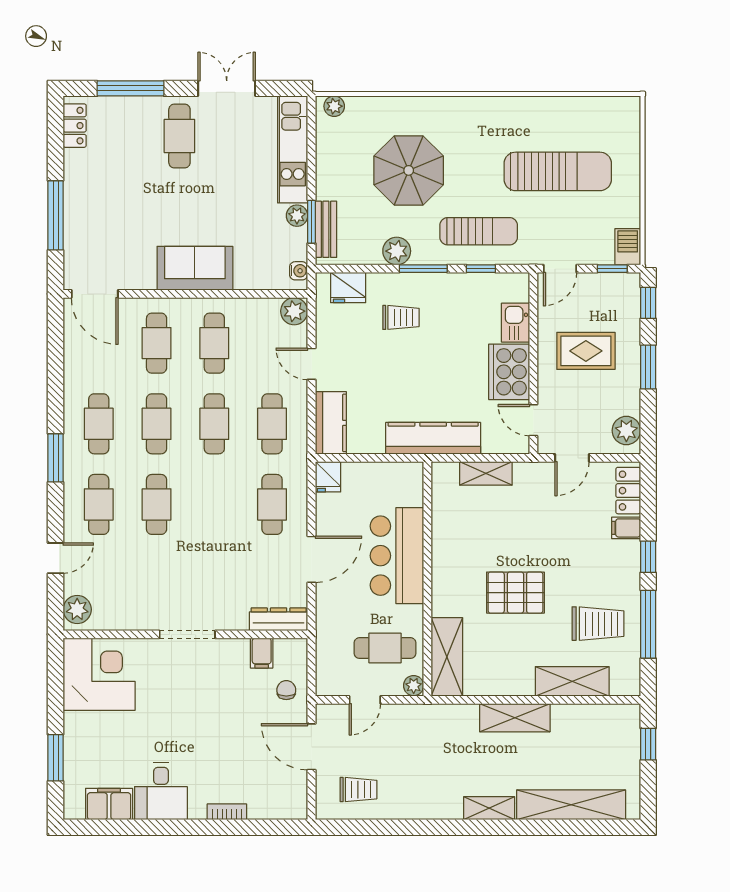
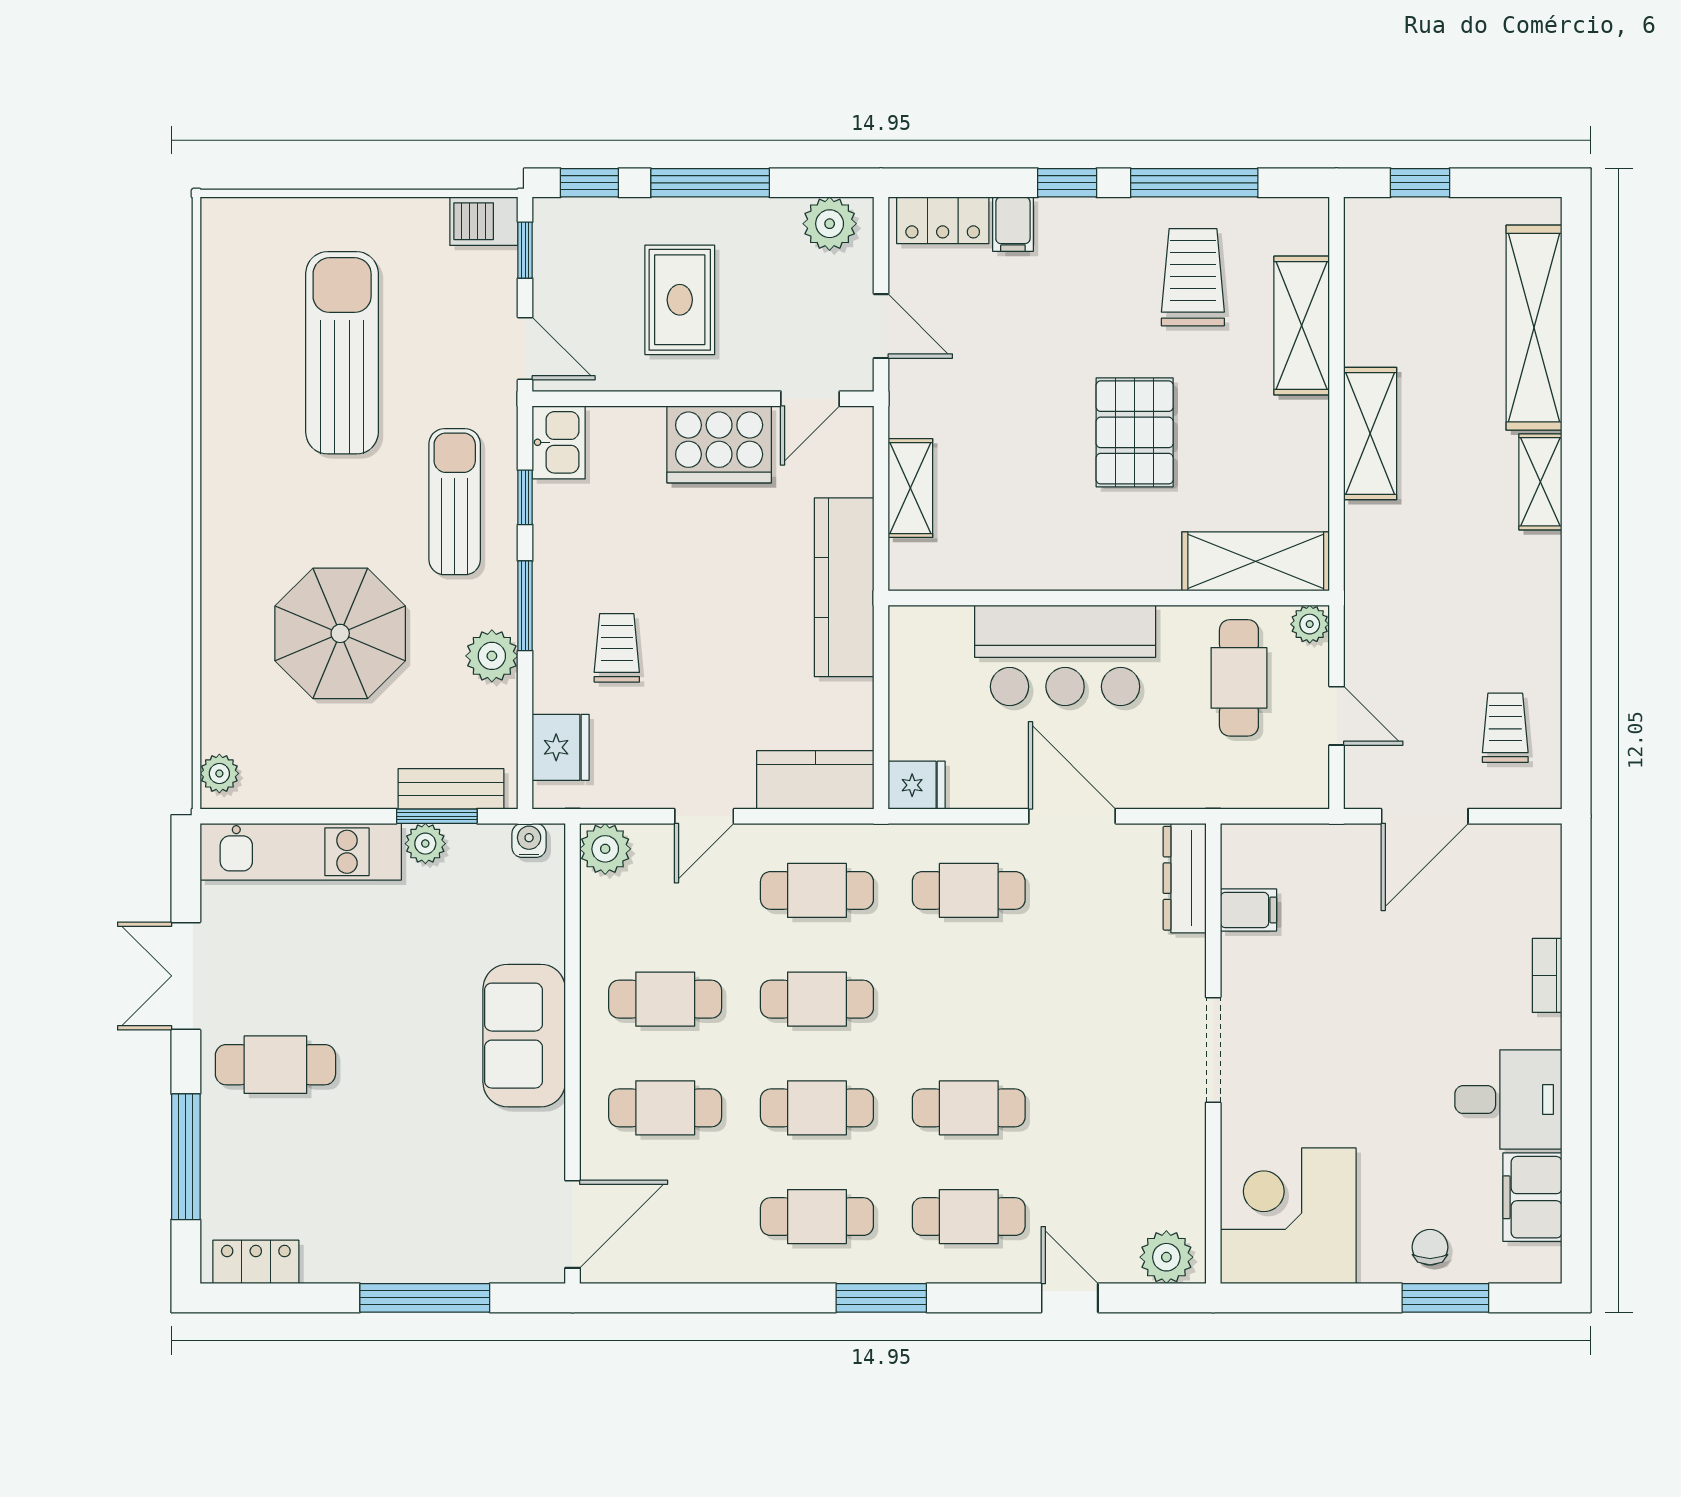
kitchen sink: (516, 323) -> (559, 442), moved, turned -90
window: (648, 367) -> (710, 183), width x1.44
chair: (286, 690) -> (1430, 1247), moved, turned 90

